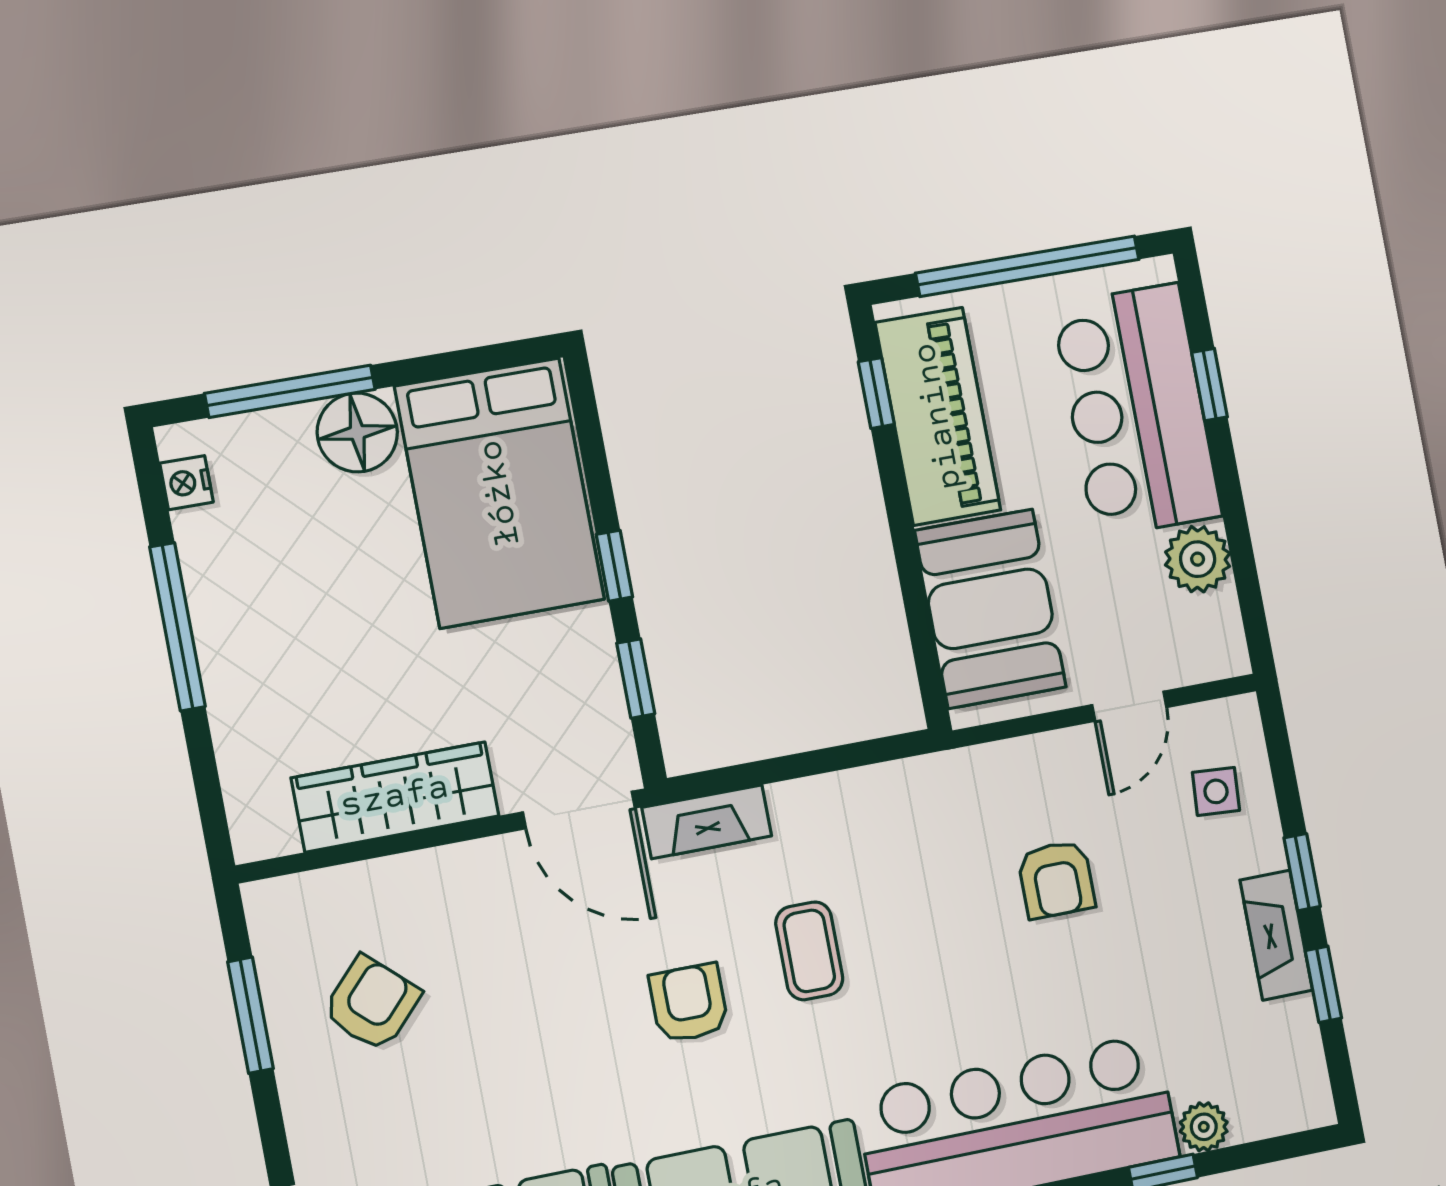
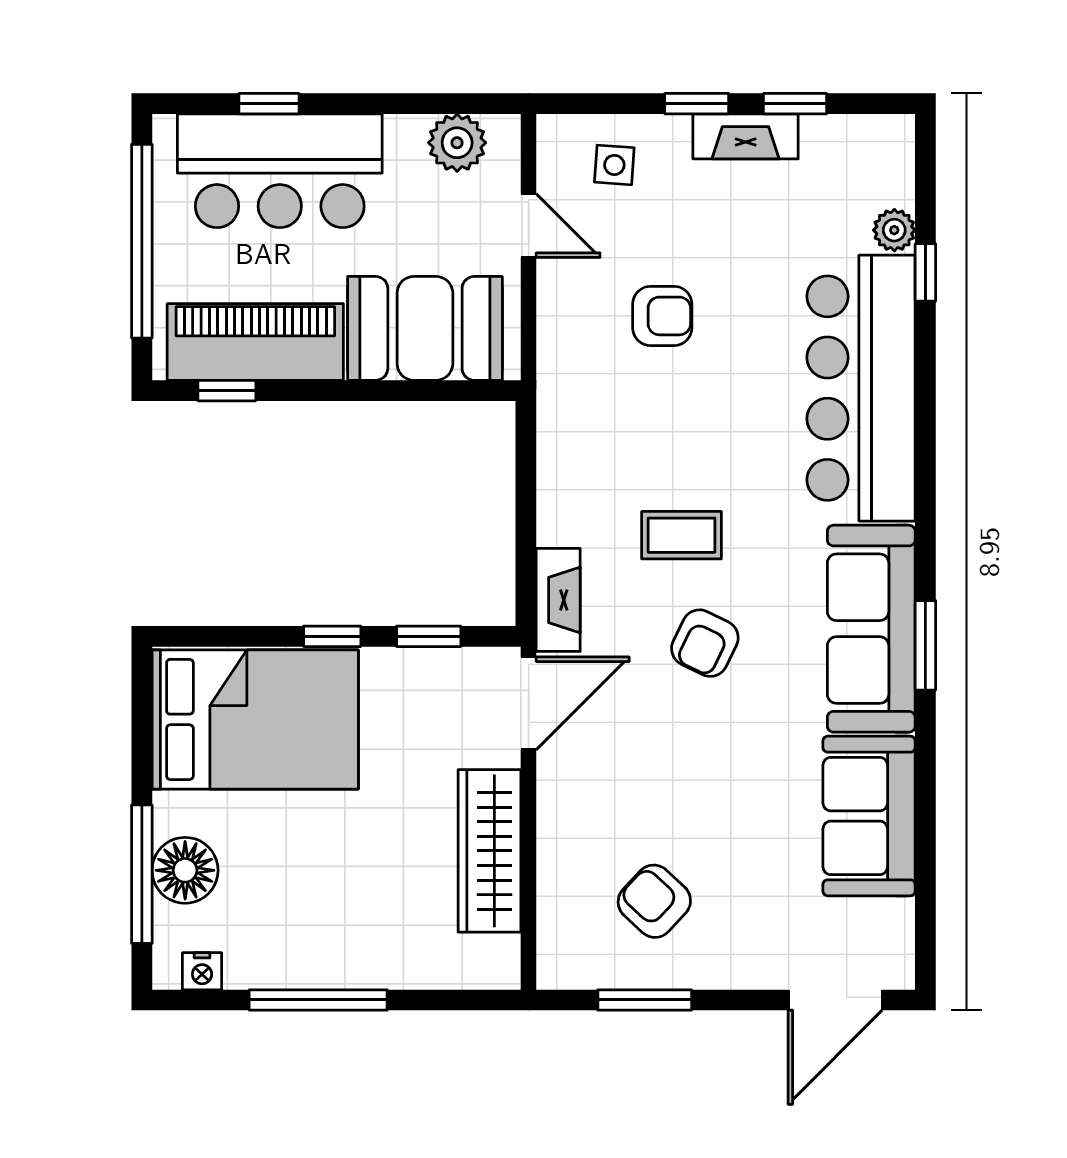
floor lamp: (357, 433) -> (185, 870), moved
plant: (1198, 559) -> (457, 143), moved
armchair: (689, 1003) -> (705, 643), turned -64

